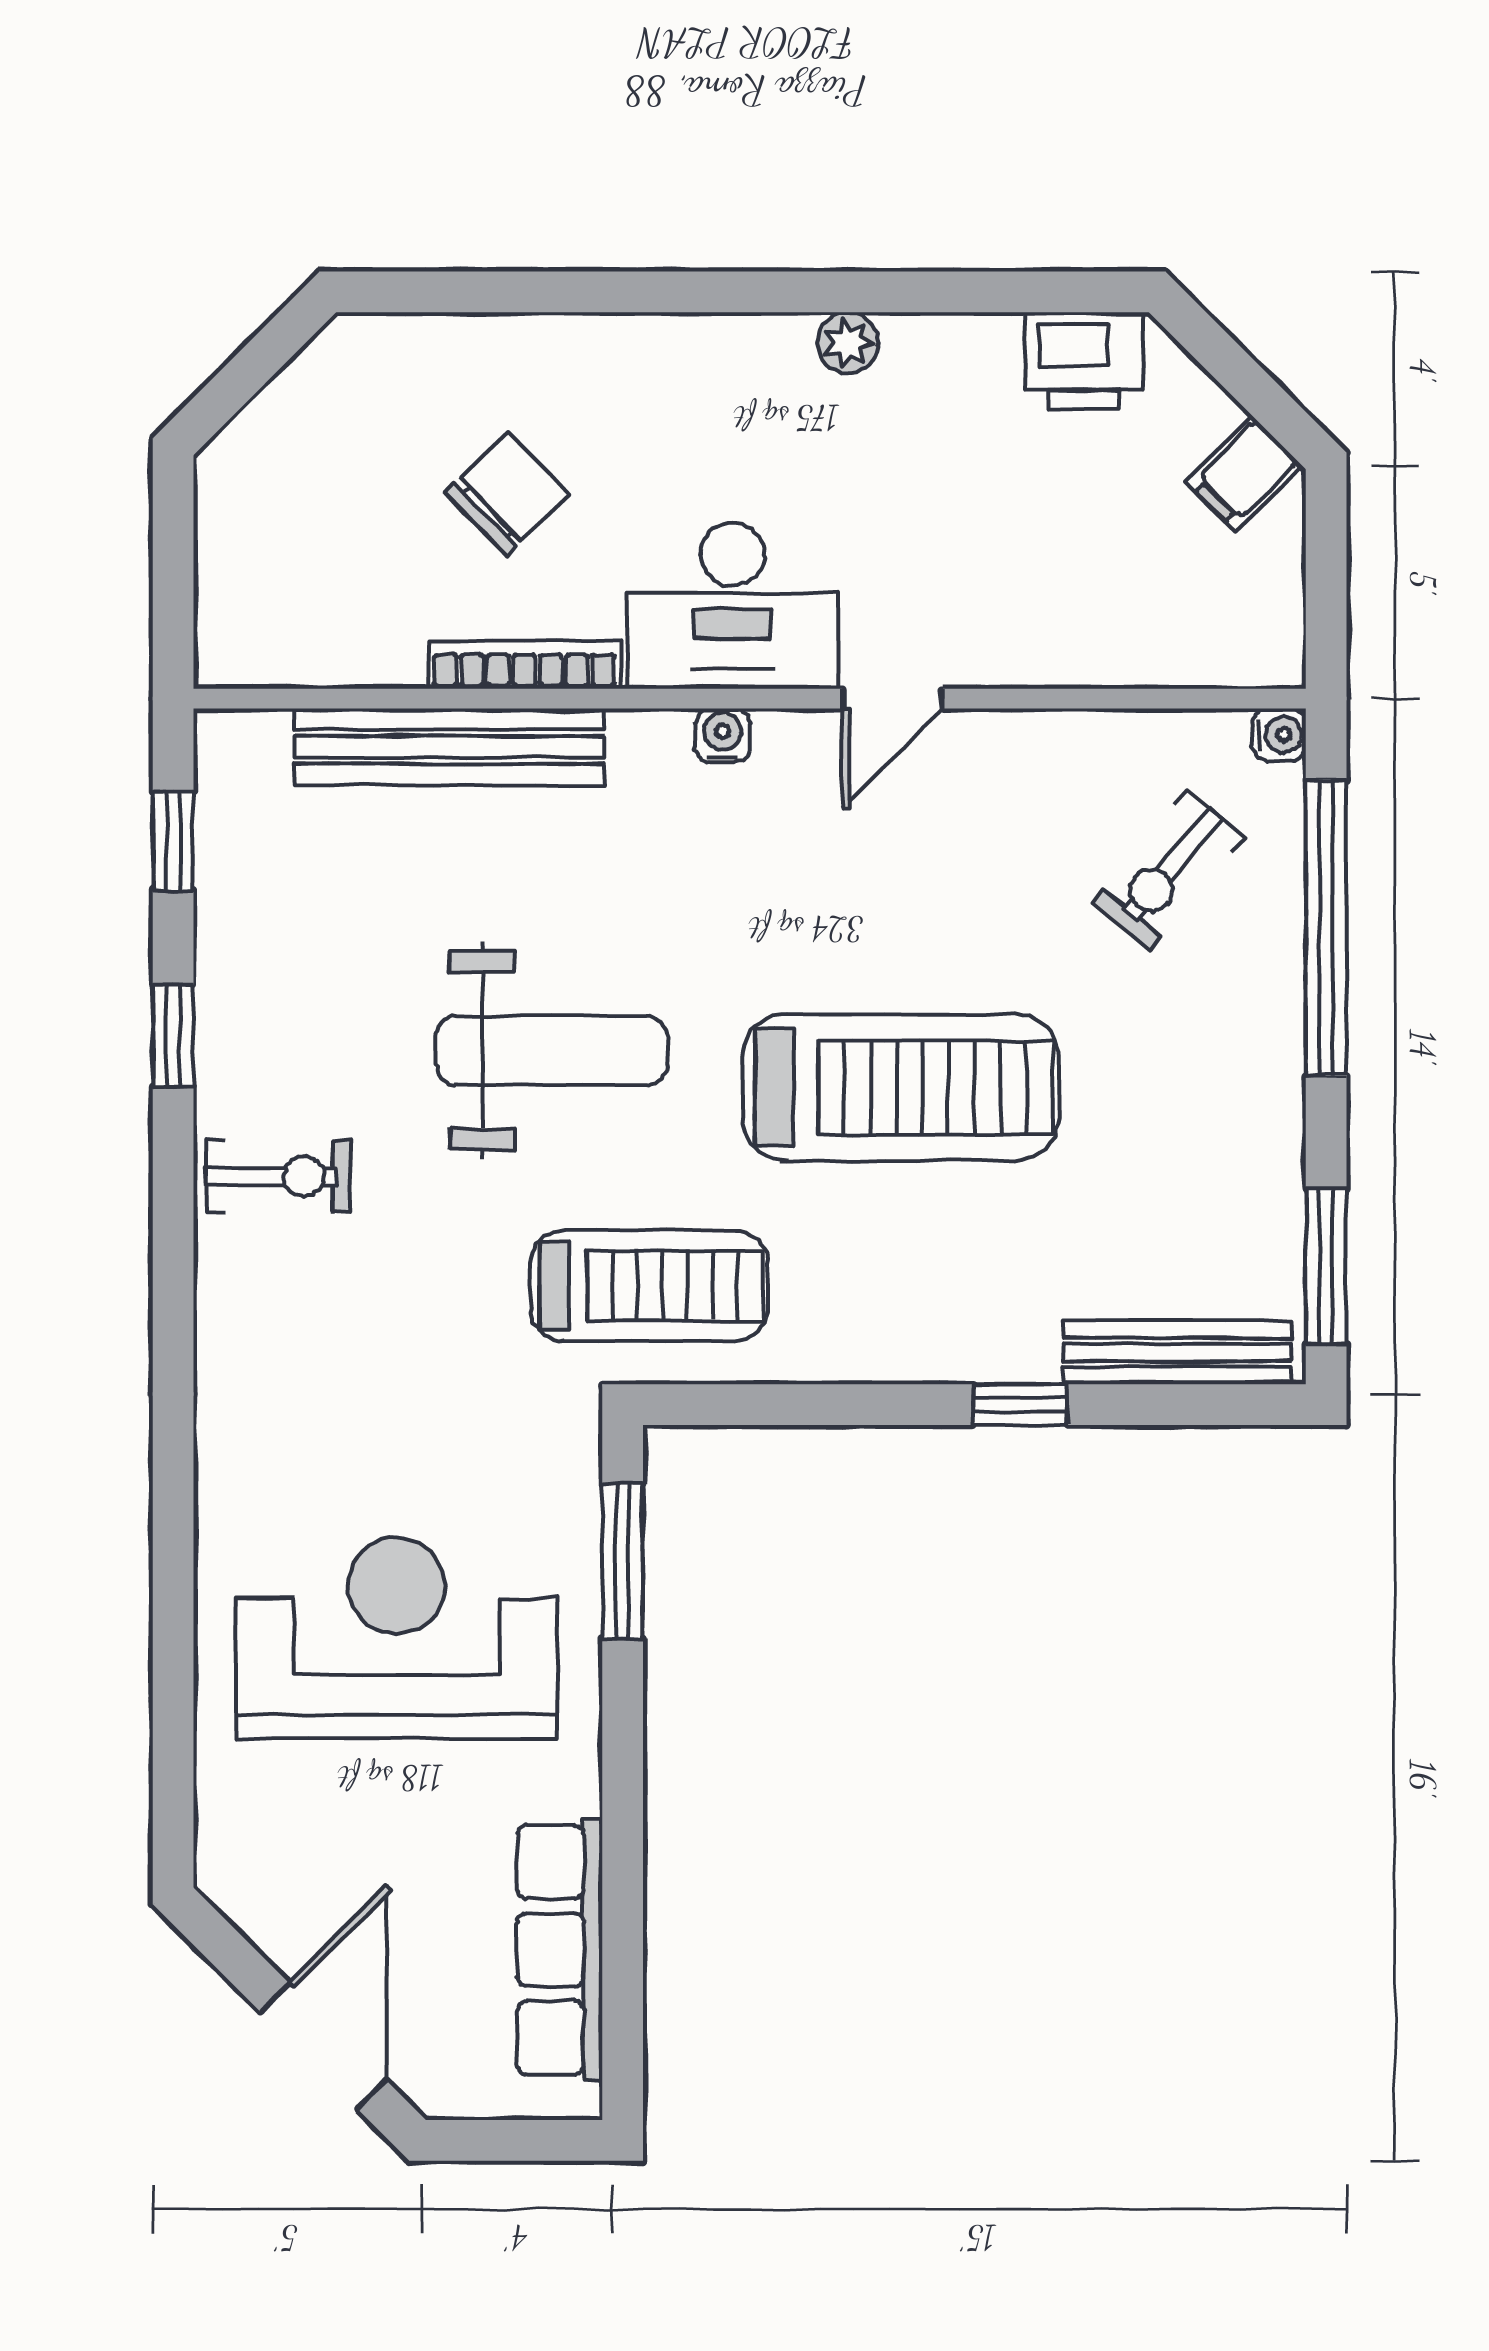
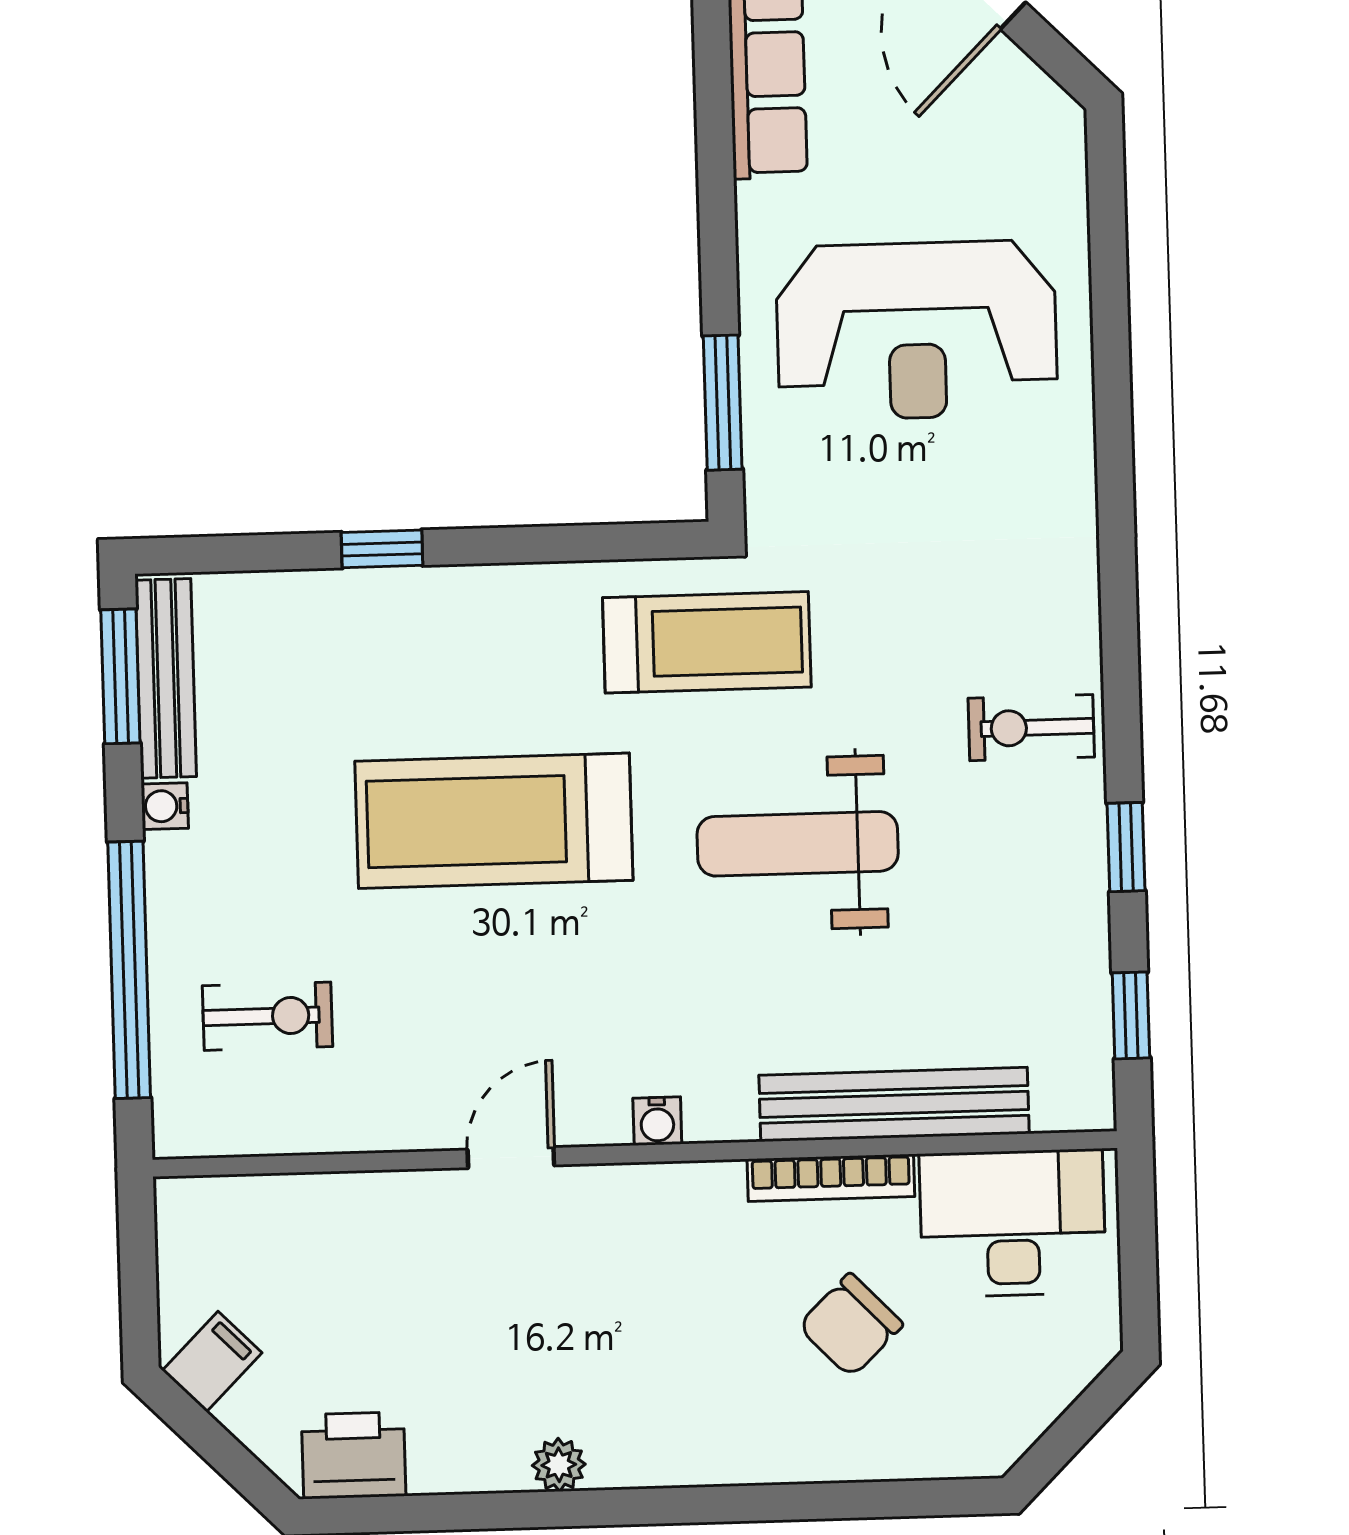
desk: (733, 606) -> (1013, 1223), moved
water cooler: (1280, 735) -> (165, 806), moved
exercise bike: (1168, 870) -> (268, 1016), turned 50
treadmill: (649, 1286) -> (707, 642), turned 180
bench: (1177, 1352) -> (166, 678), moved, turned 90

